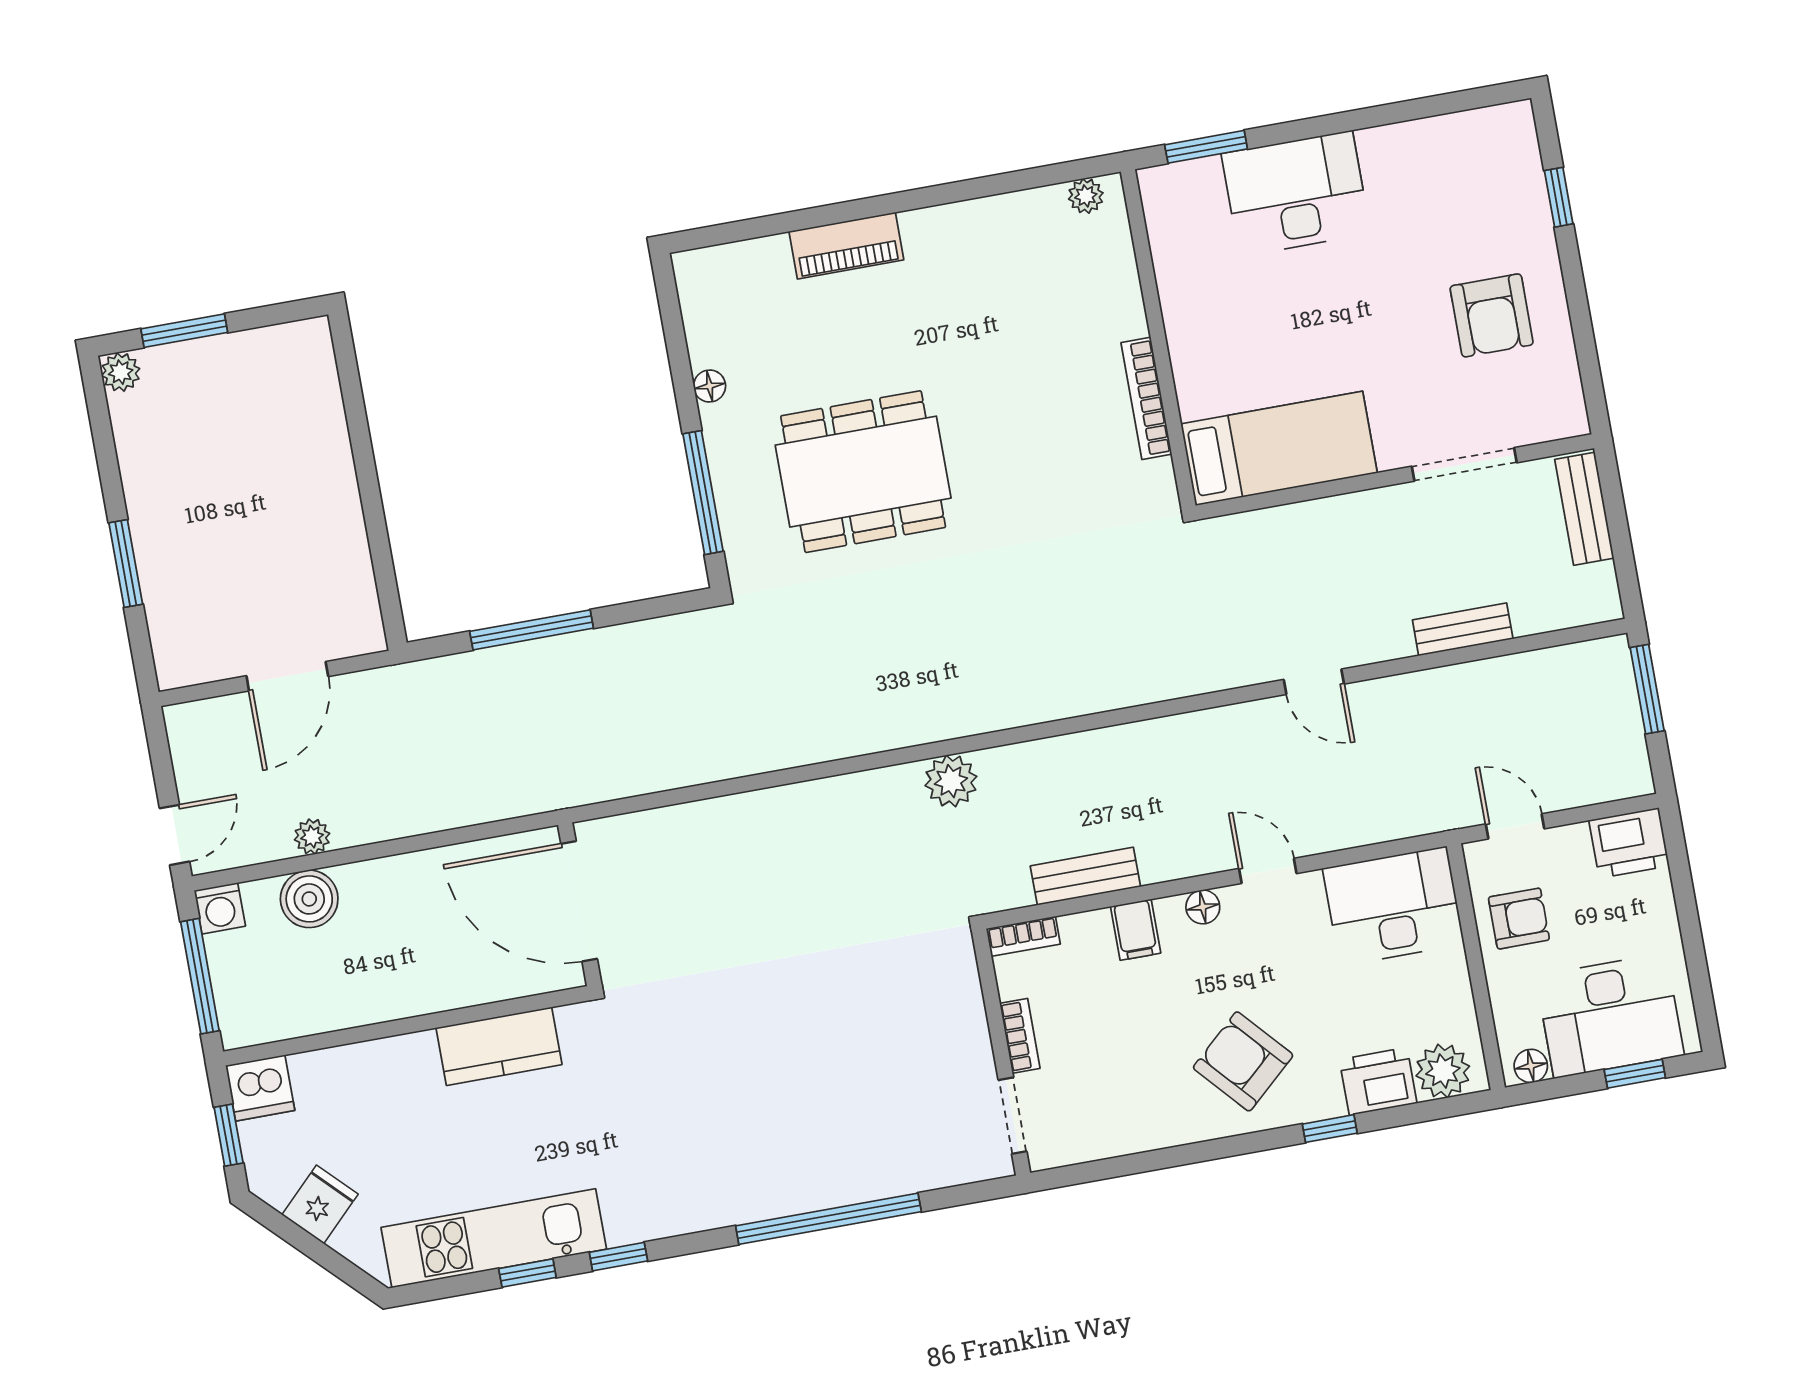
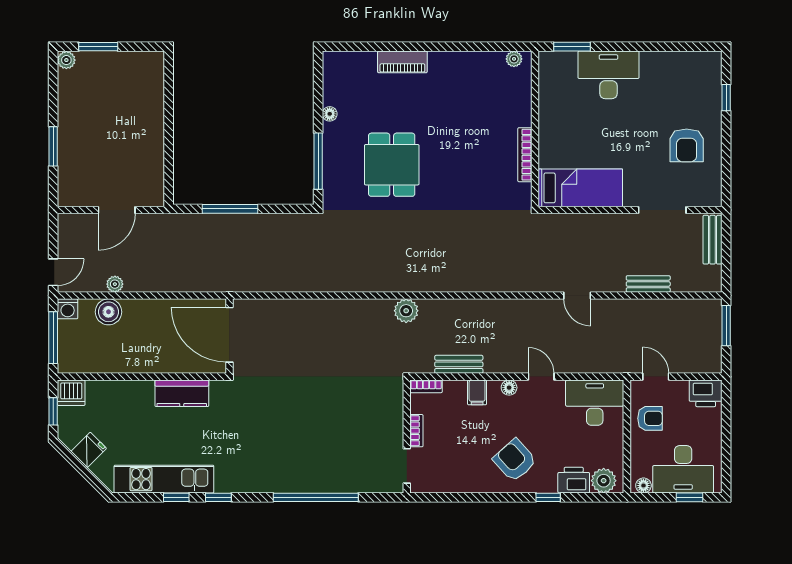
dining table: (863, 472) -> (392, 165), width x0.73

